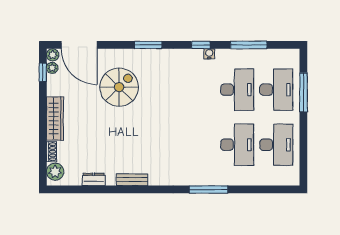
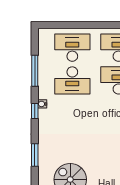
desk: (237, 90) -> (72, 80), turned 180
window: (303, 92) -> (75, 25), removed

